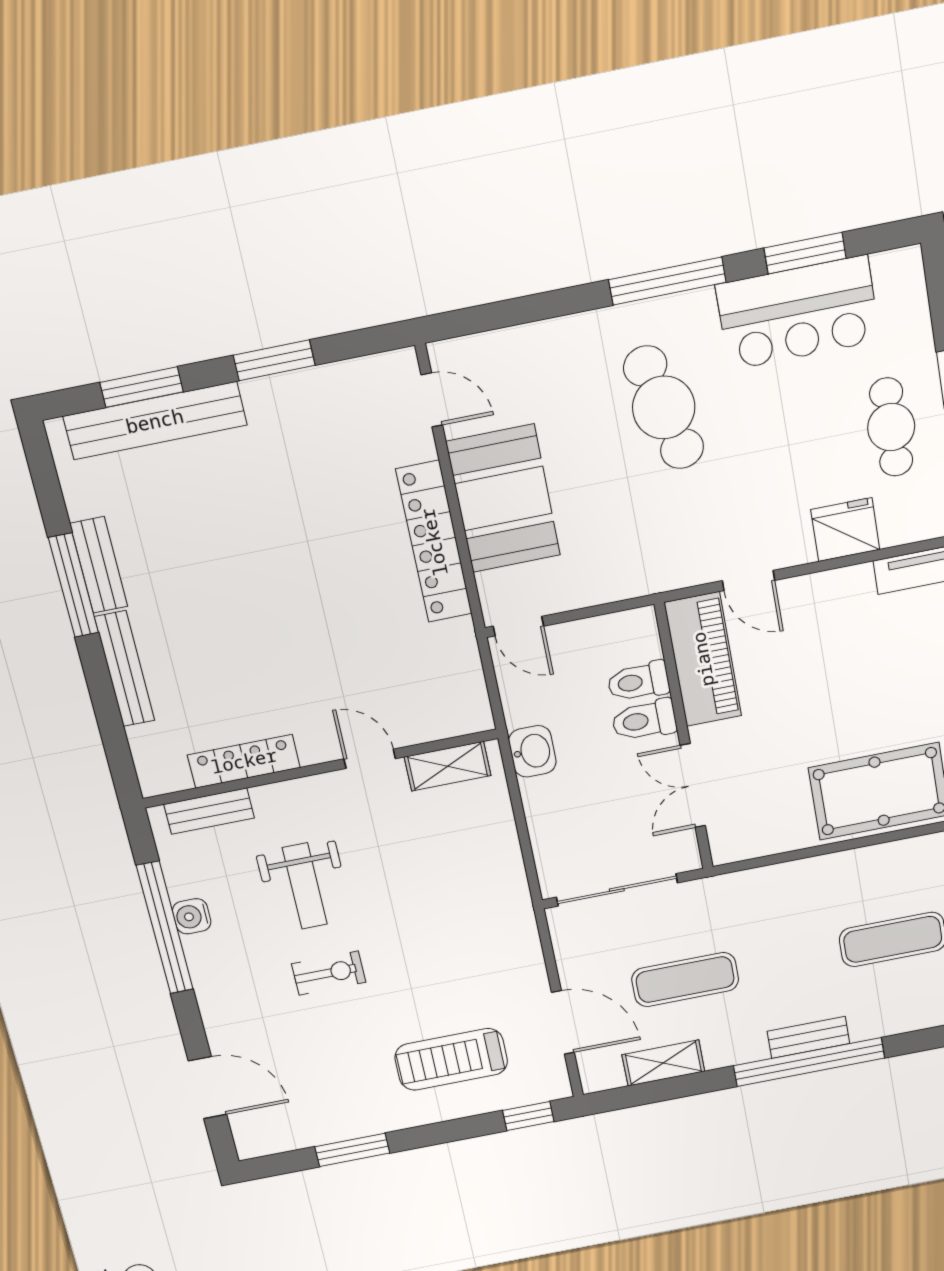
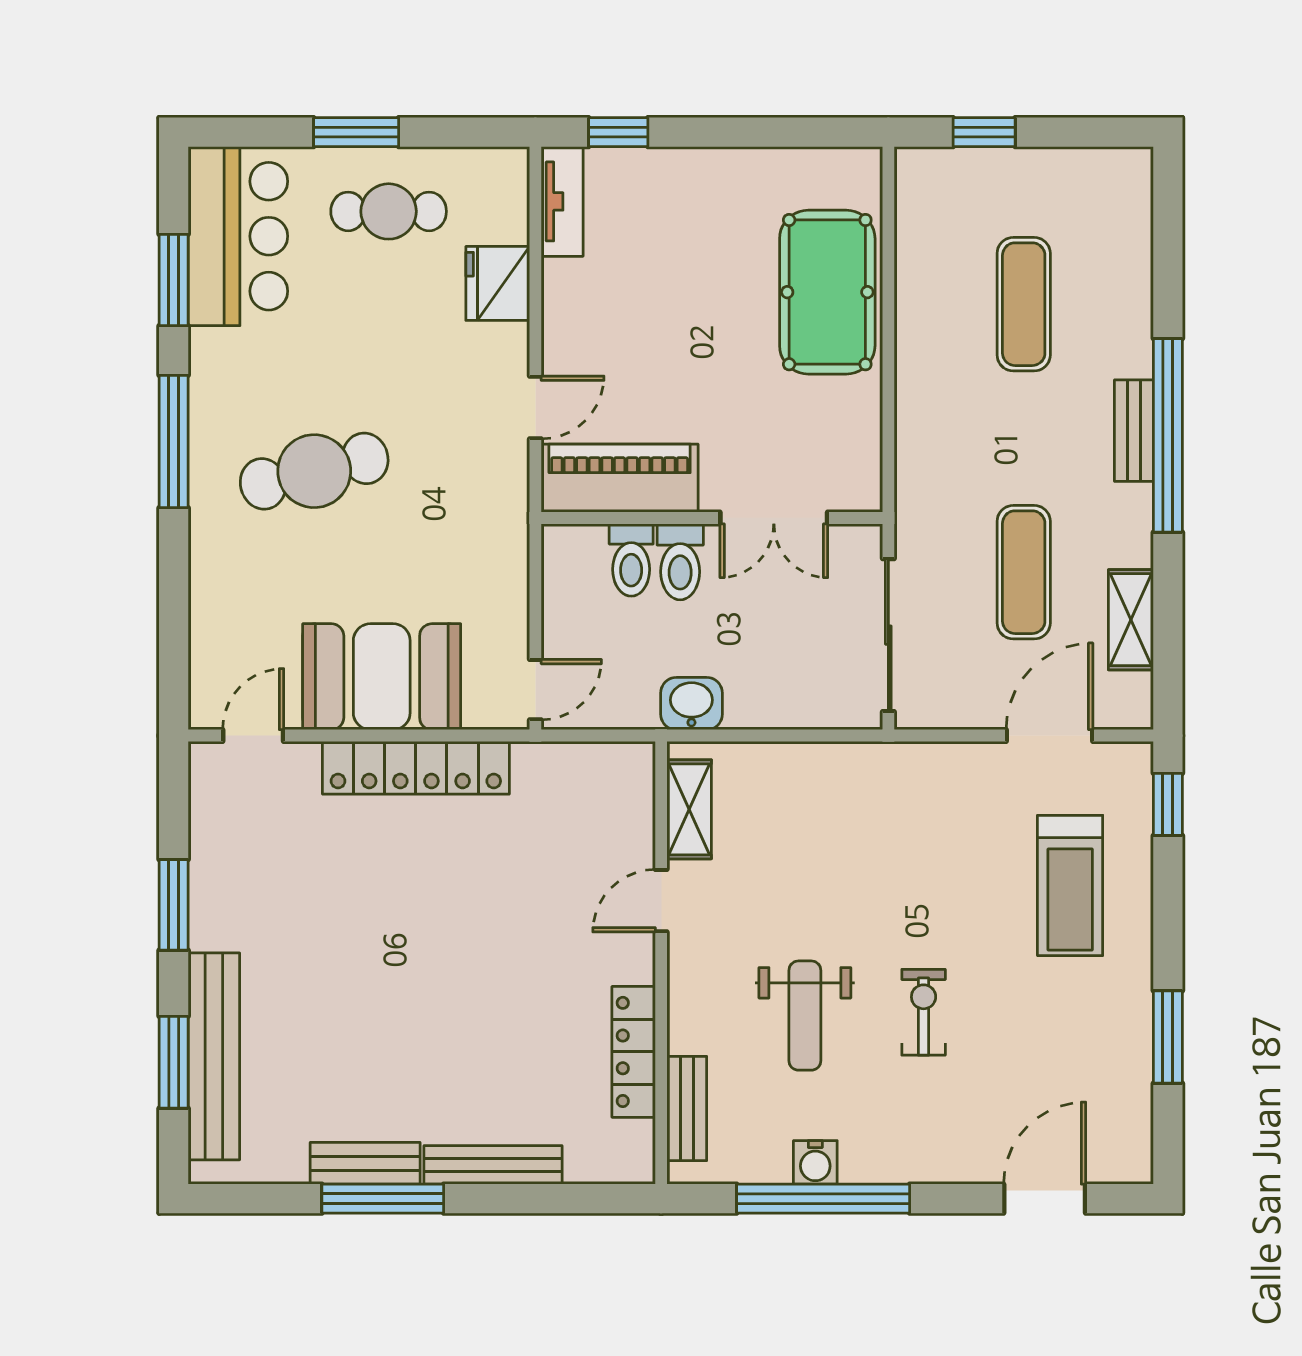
bar counter: (798, 313) -> (238, 236), moved
weight bench: (305, 886) -> (805, 1016), turned 90

